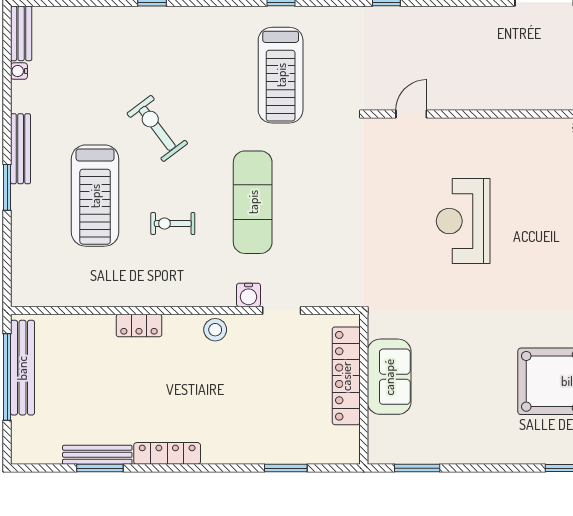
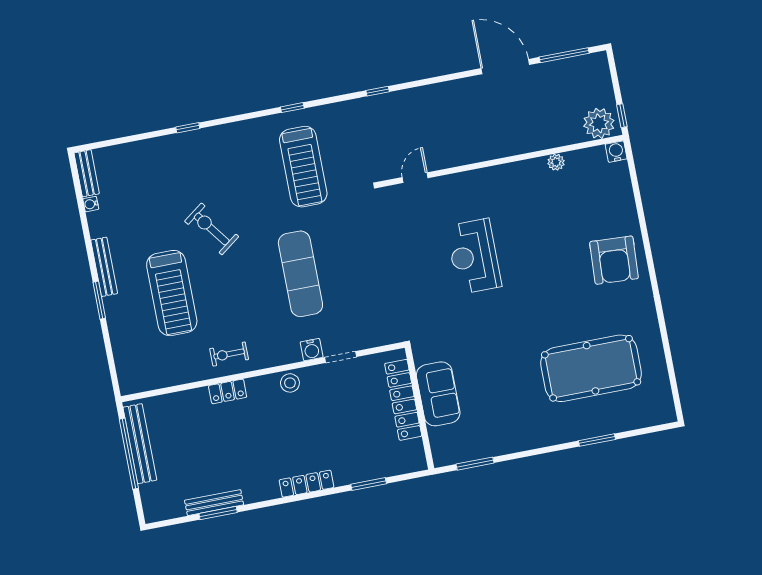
exercise bike: (173, 224) -> (229, 354), moved
locker: (167, 453) -> (307, 484), moved

